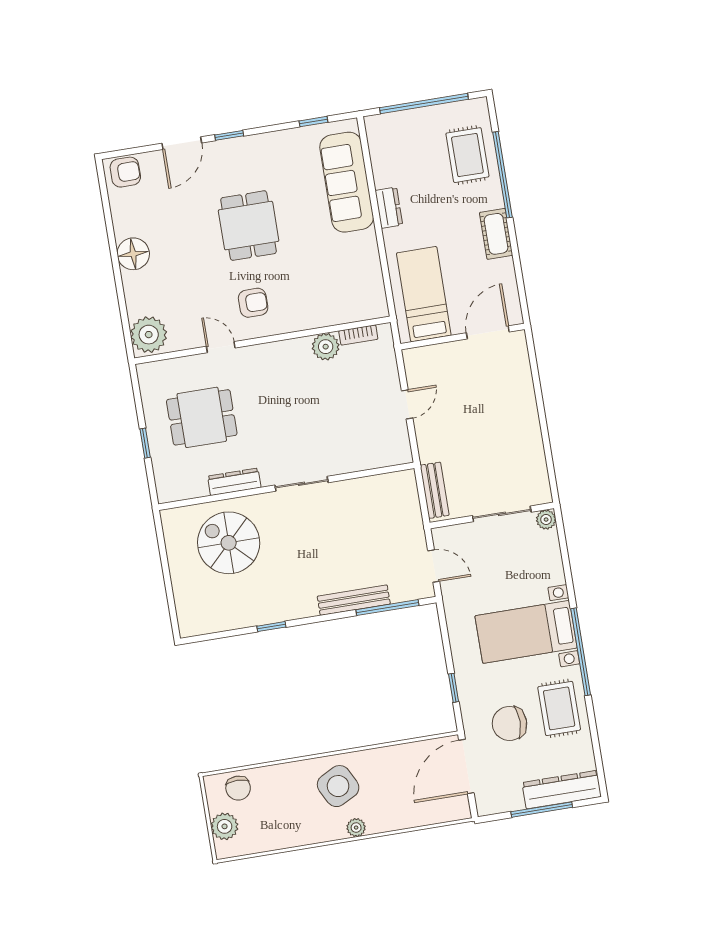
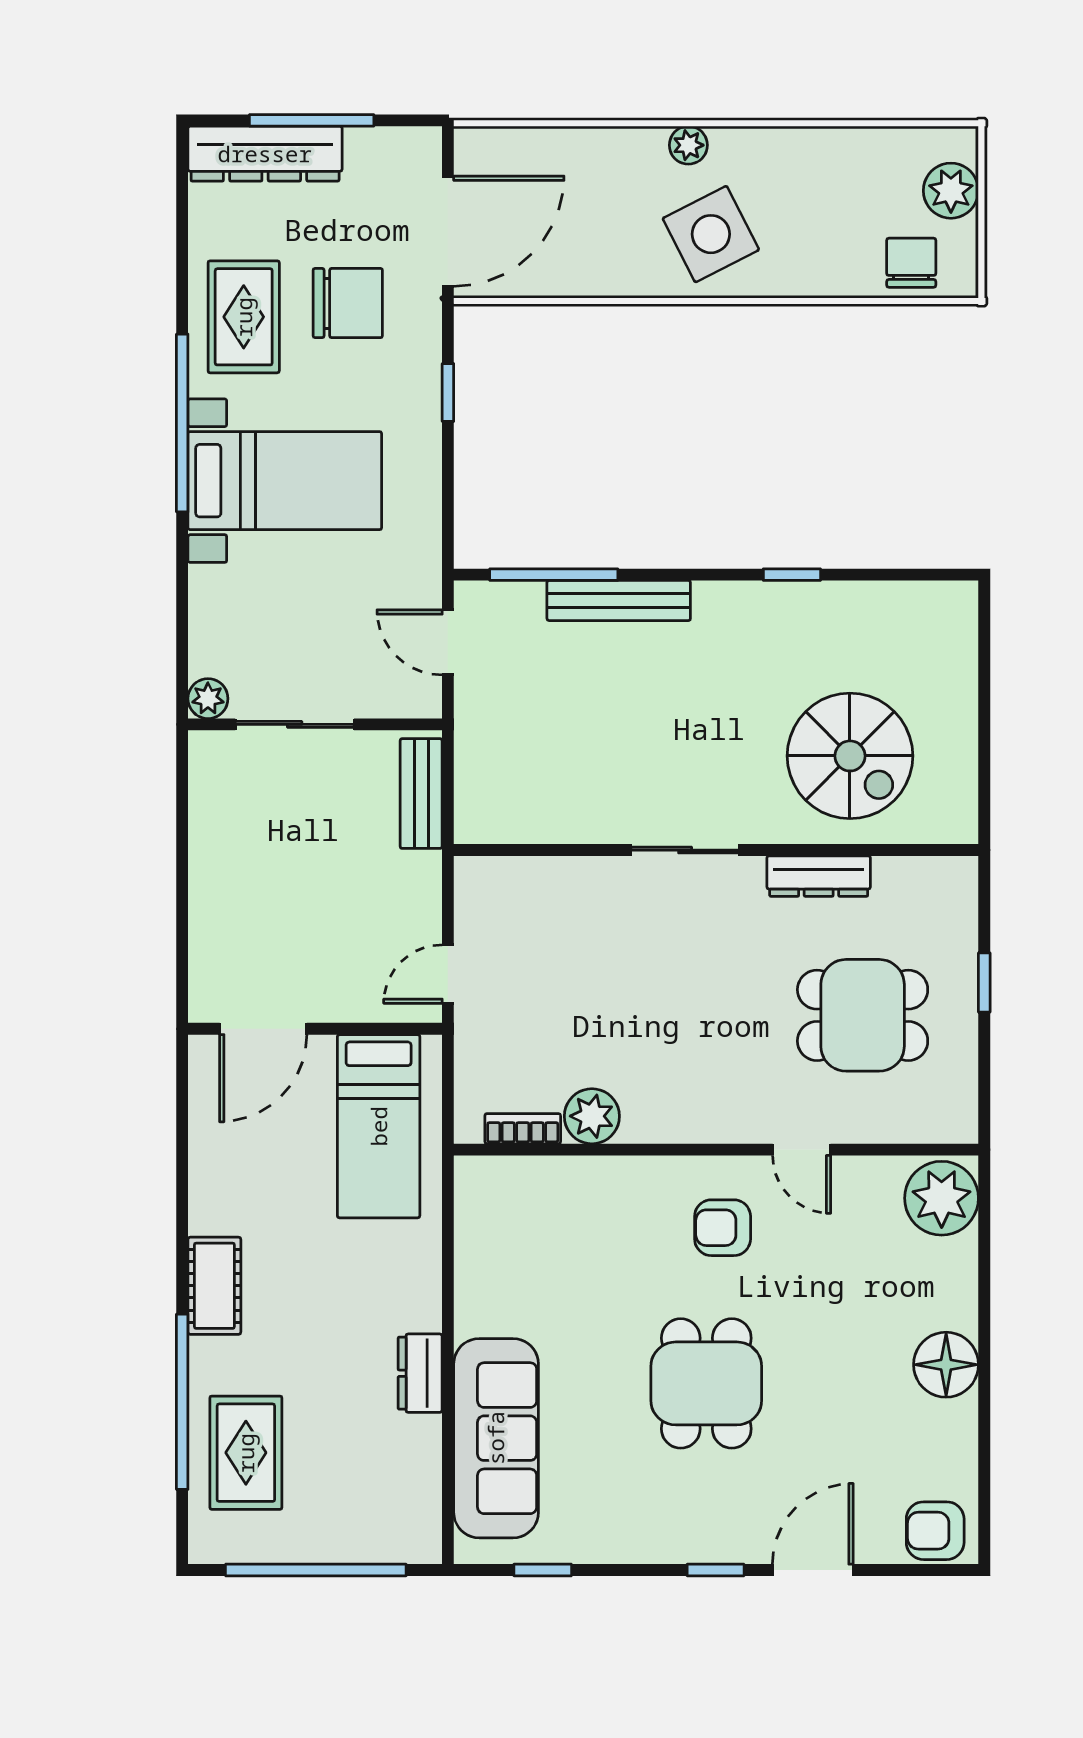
bed: (424, 294) -> (379, 1126), moved
door: (488, 332) -> (263, 1029), moved
wall: (463, 337) -> (315, 1029), moved

